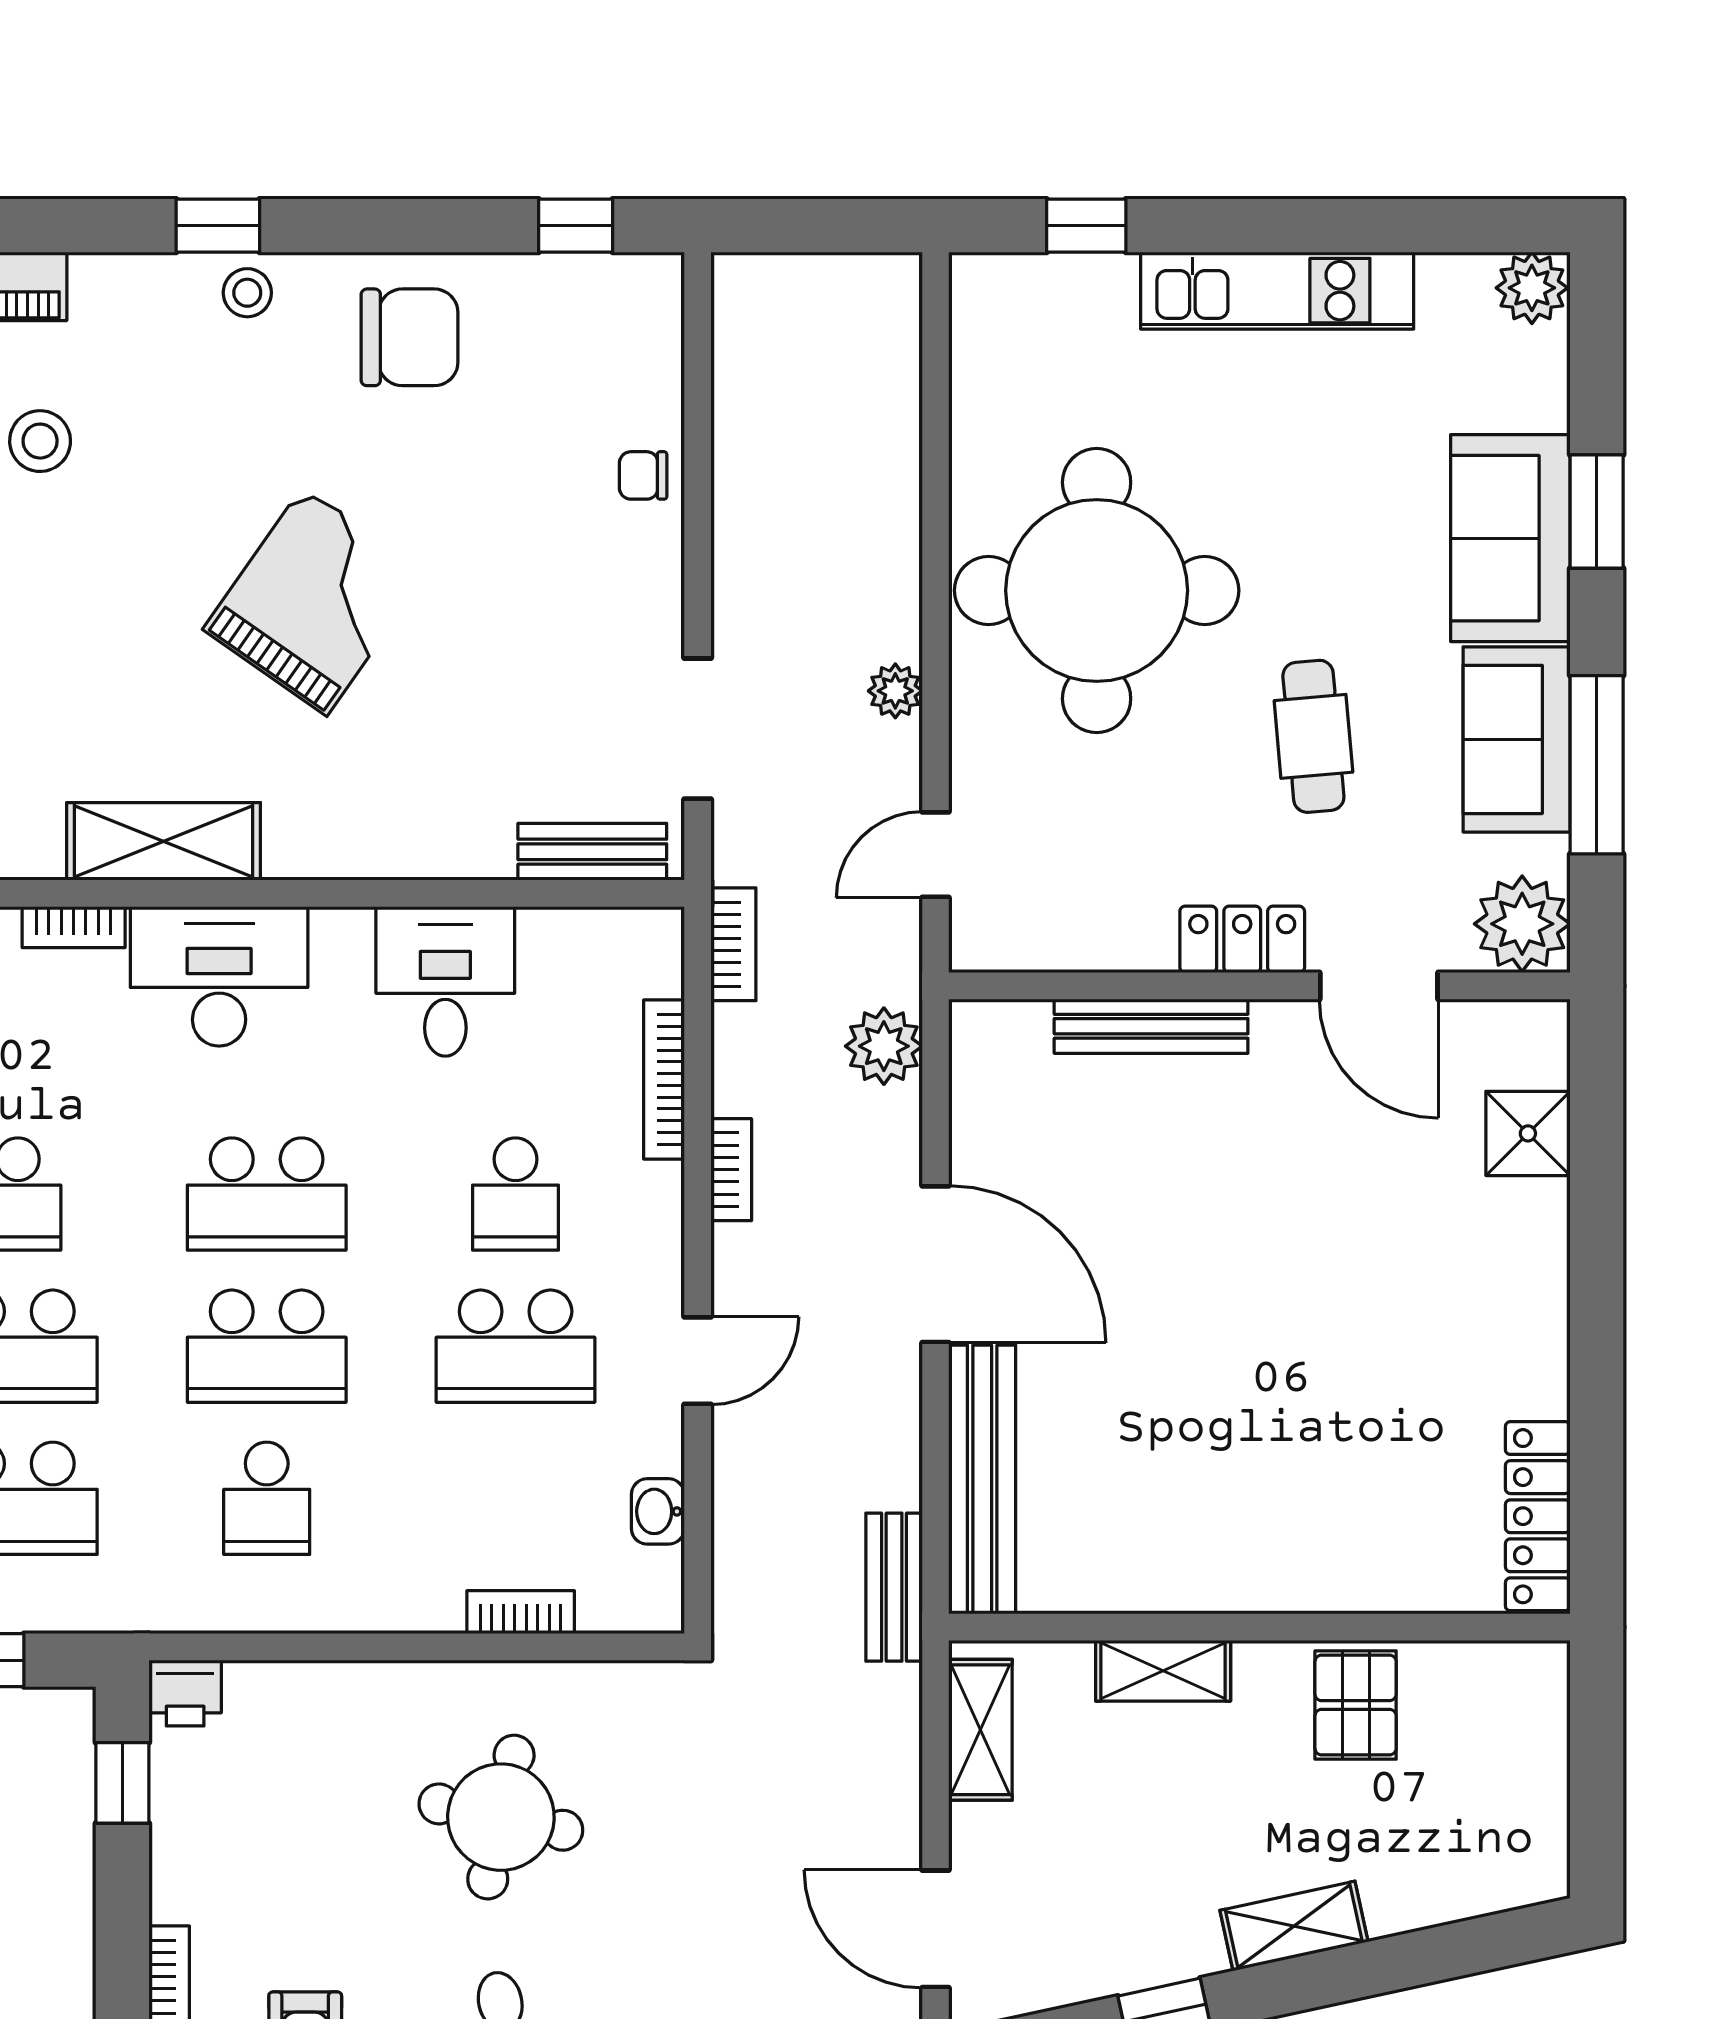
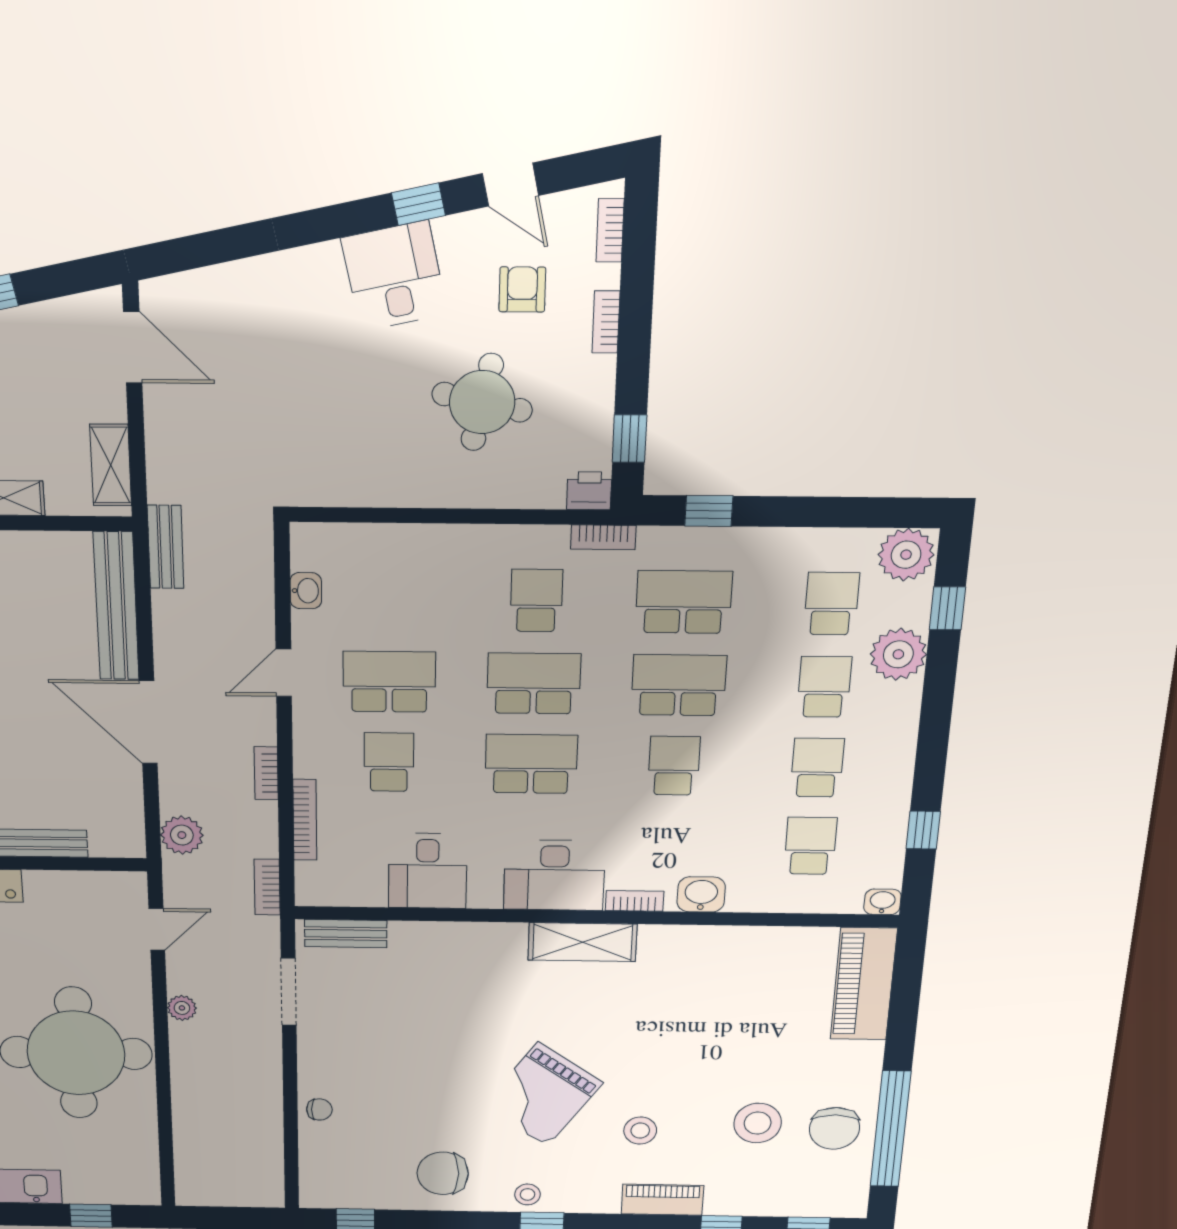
grand piano: (315, 601) -> (543, 1094), moved
bookcase: (521, 1612) -> (603, 537), moved
round table: (501, 1817) -> (482, 402), moved

